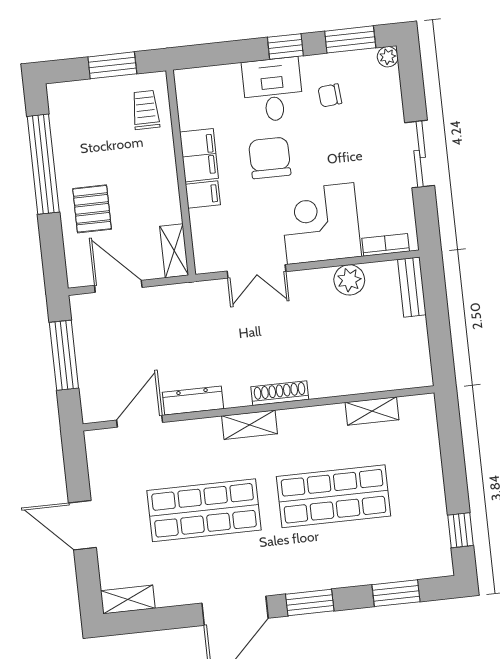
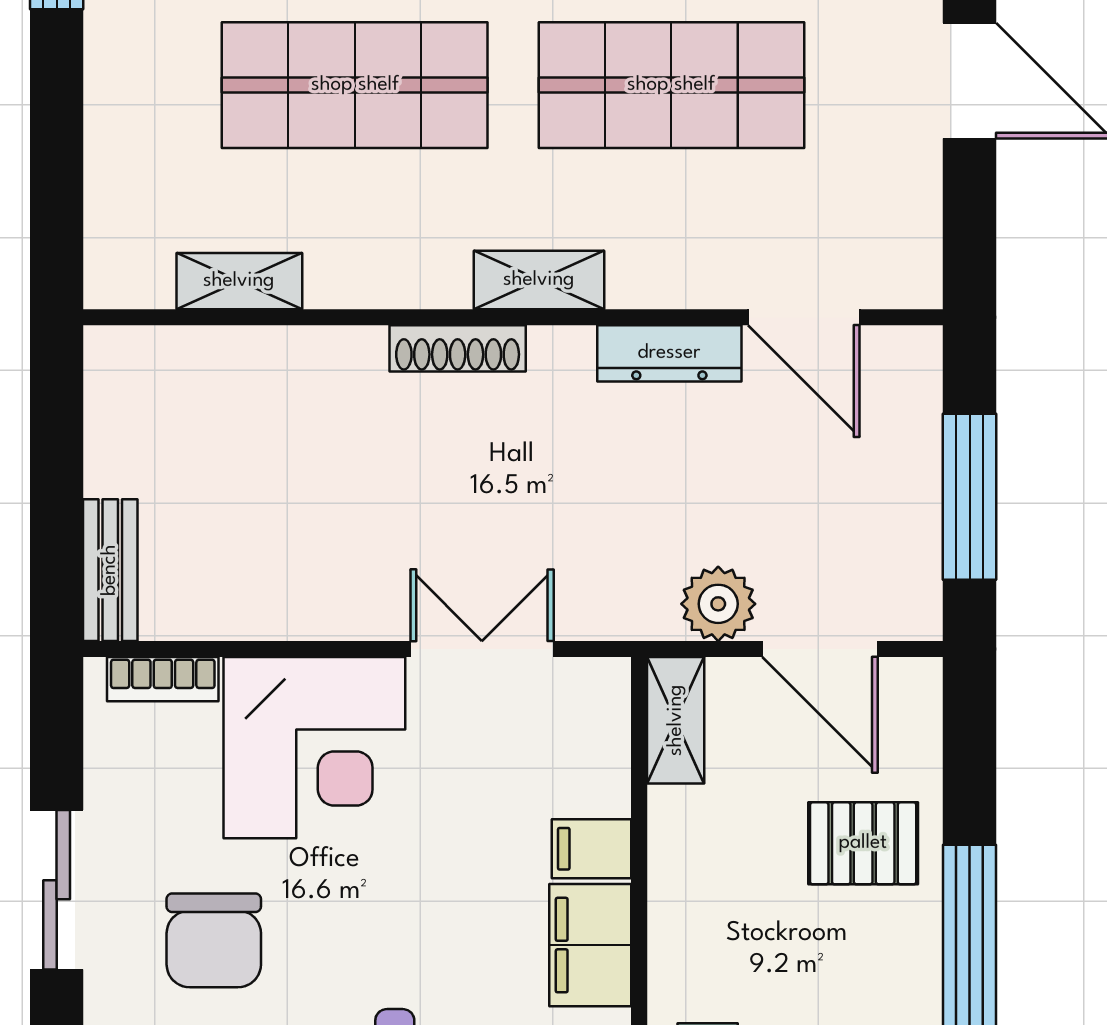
chair: (270, 158) -> (214, 940), moved
pallet: (92, 209) -> (863, 843), turned 90
plant: (349, 280) -> (718, 604), moved
door: (140, 421) -> (804, 317), hinge flipped

